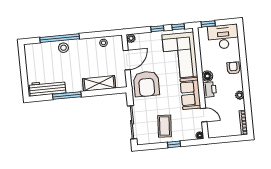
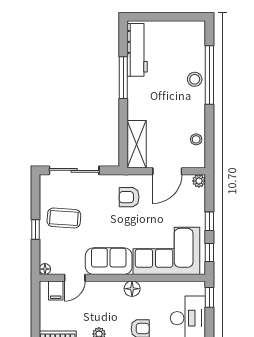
door: (127, 60) -> (167, 171), hinge flipped
shelving: (99, 83) -> (137, 144), moved
armchair: (146, 84) -> (129, 197), width x0.53, depth x0.53
printer: (210, 90) -> (112, 290), removed
filing cabinet: (213, 127) -> (56, 290), added

